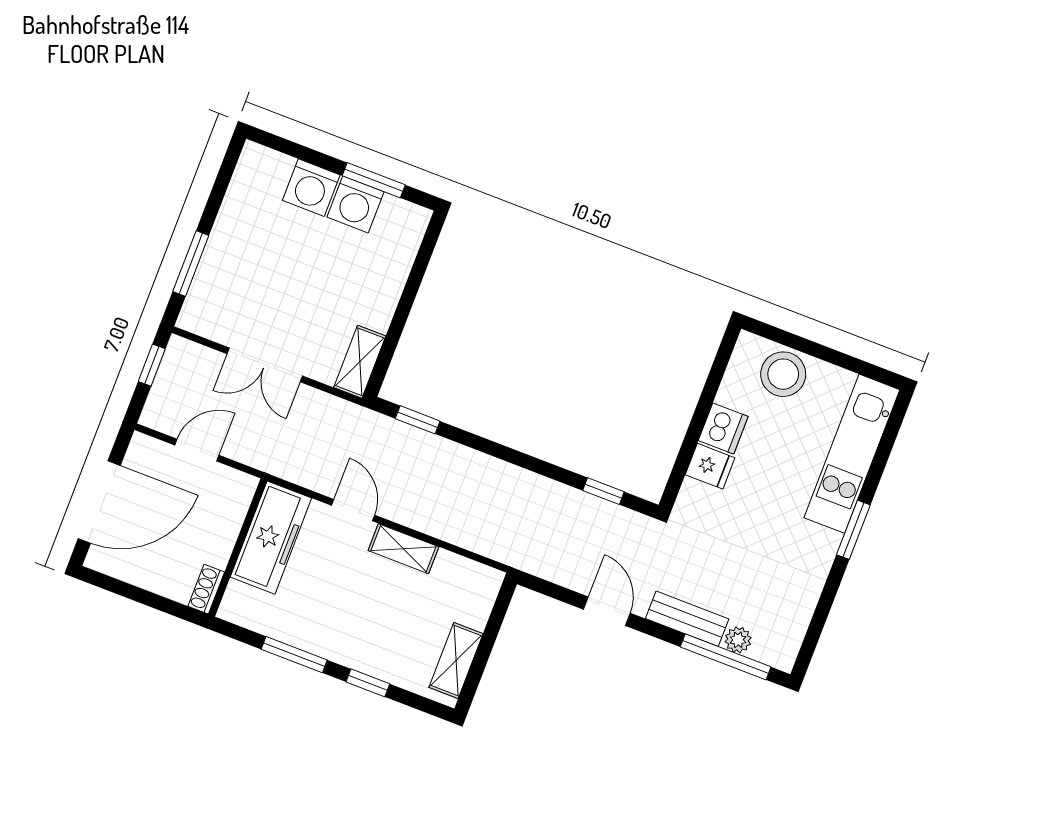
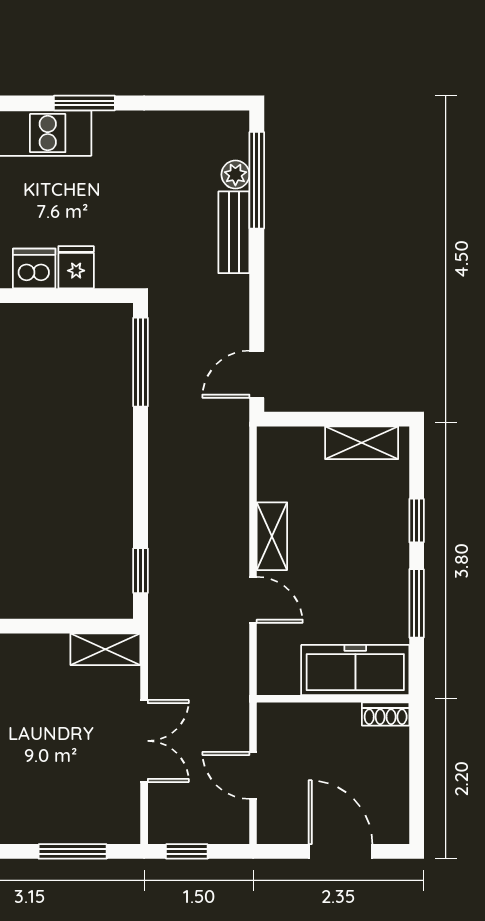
window: (603, 491) -> (140, 362), width x2.17
door: (99, 502) -> (340, 851), width x0.73
door: (353, 510) -> (253, 600), swing flipped
freezer: (271, 538) -> (355, 670), moved
door: (607, 611) -> (257, 374), moved

